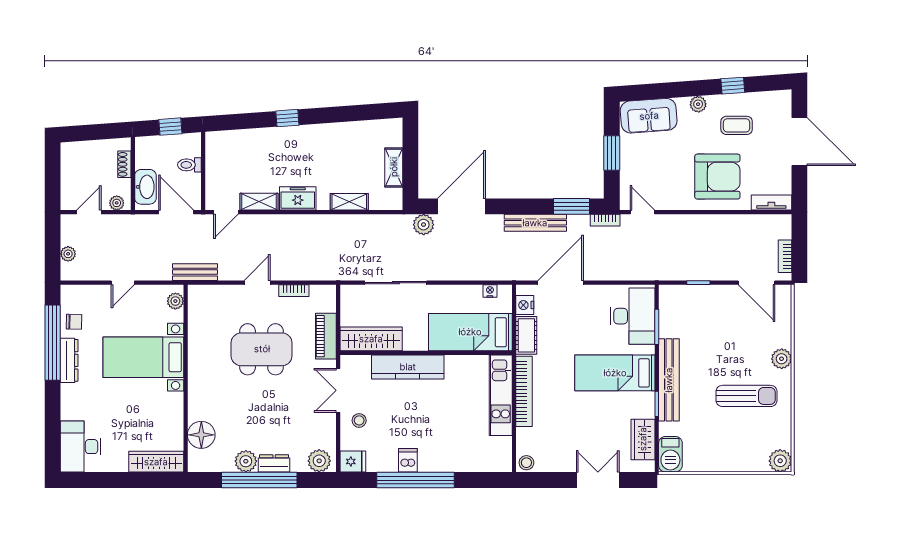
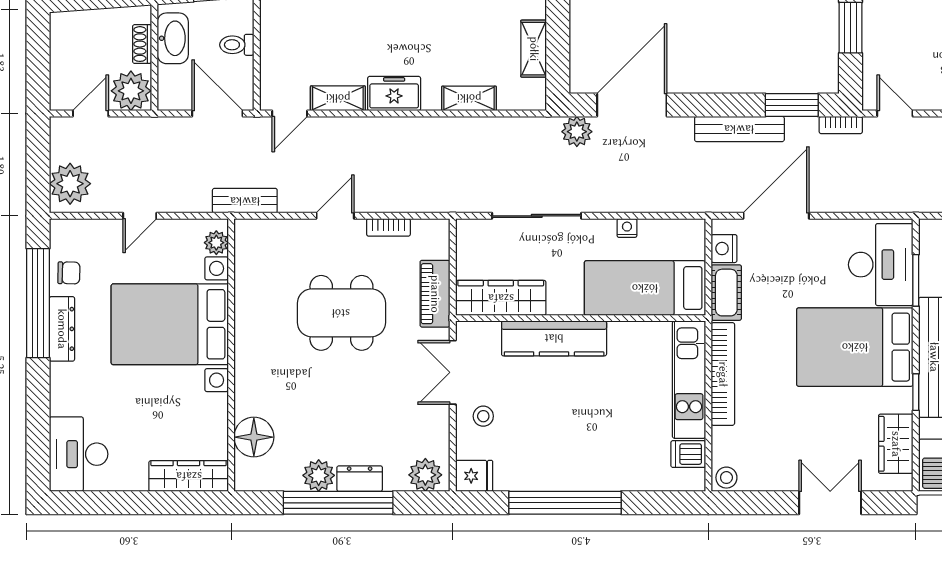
washbasin: (145, 187) -> (173, 38), moved
plant: (117, 203) -> (131, 91), width x1.87, depth x1.87
plant: (68, 254) -> (70, 184), width x1.88, depth x1.88
nightstand: (490, 291) -> (627, 228), moved
bed with nightstands: (143, 357) -> (170, 324), width x1.36
bed: (615, 373) -> (855, 347), width x1.50
dishwasher: (408, 460) -> (688, 454), moved, turned -90

